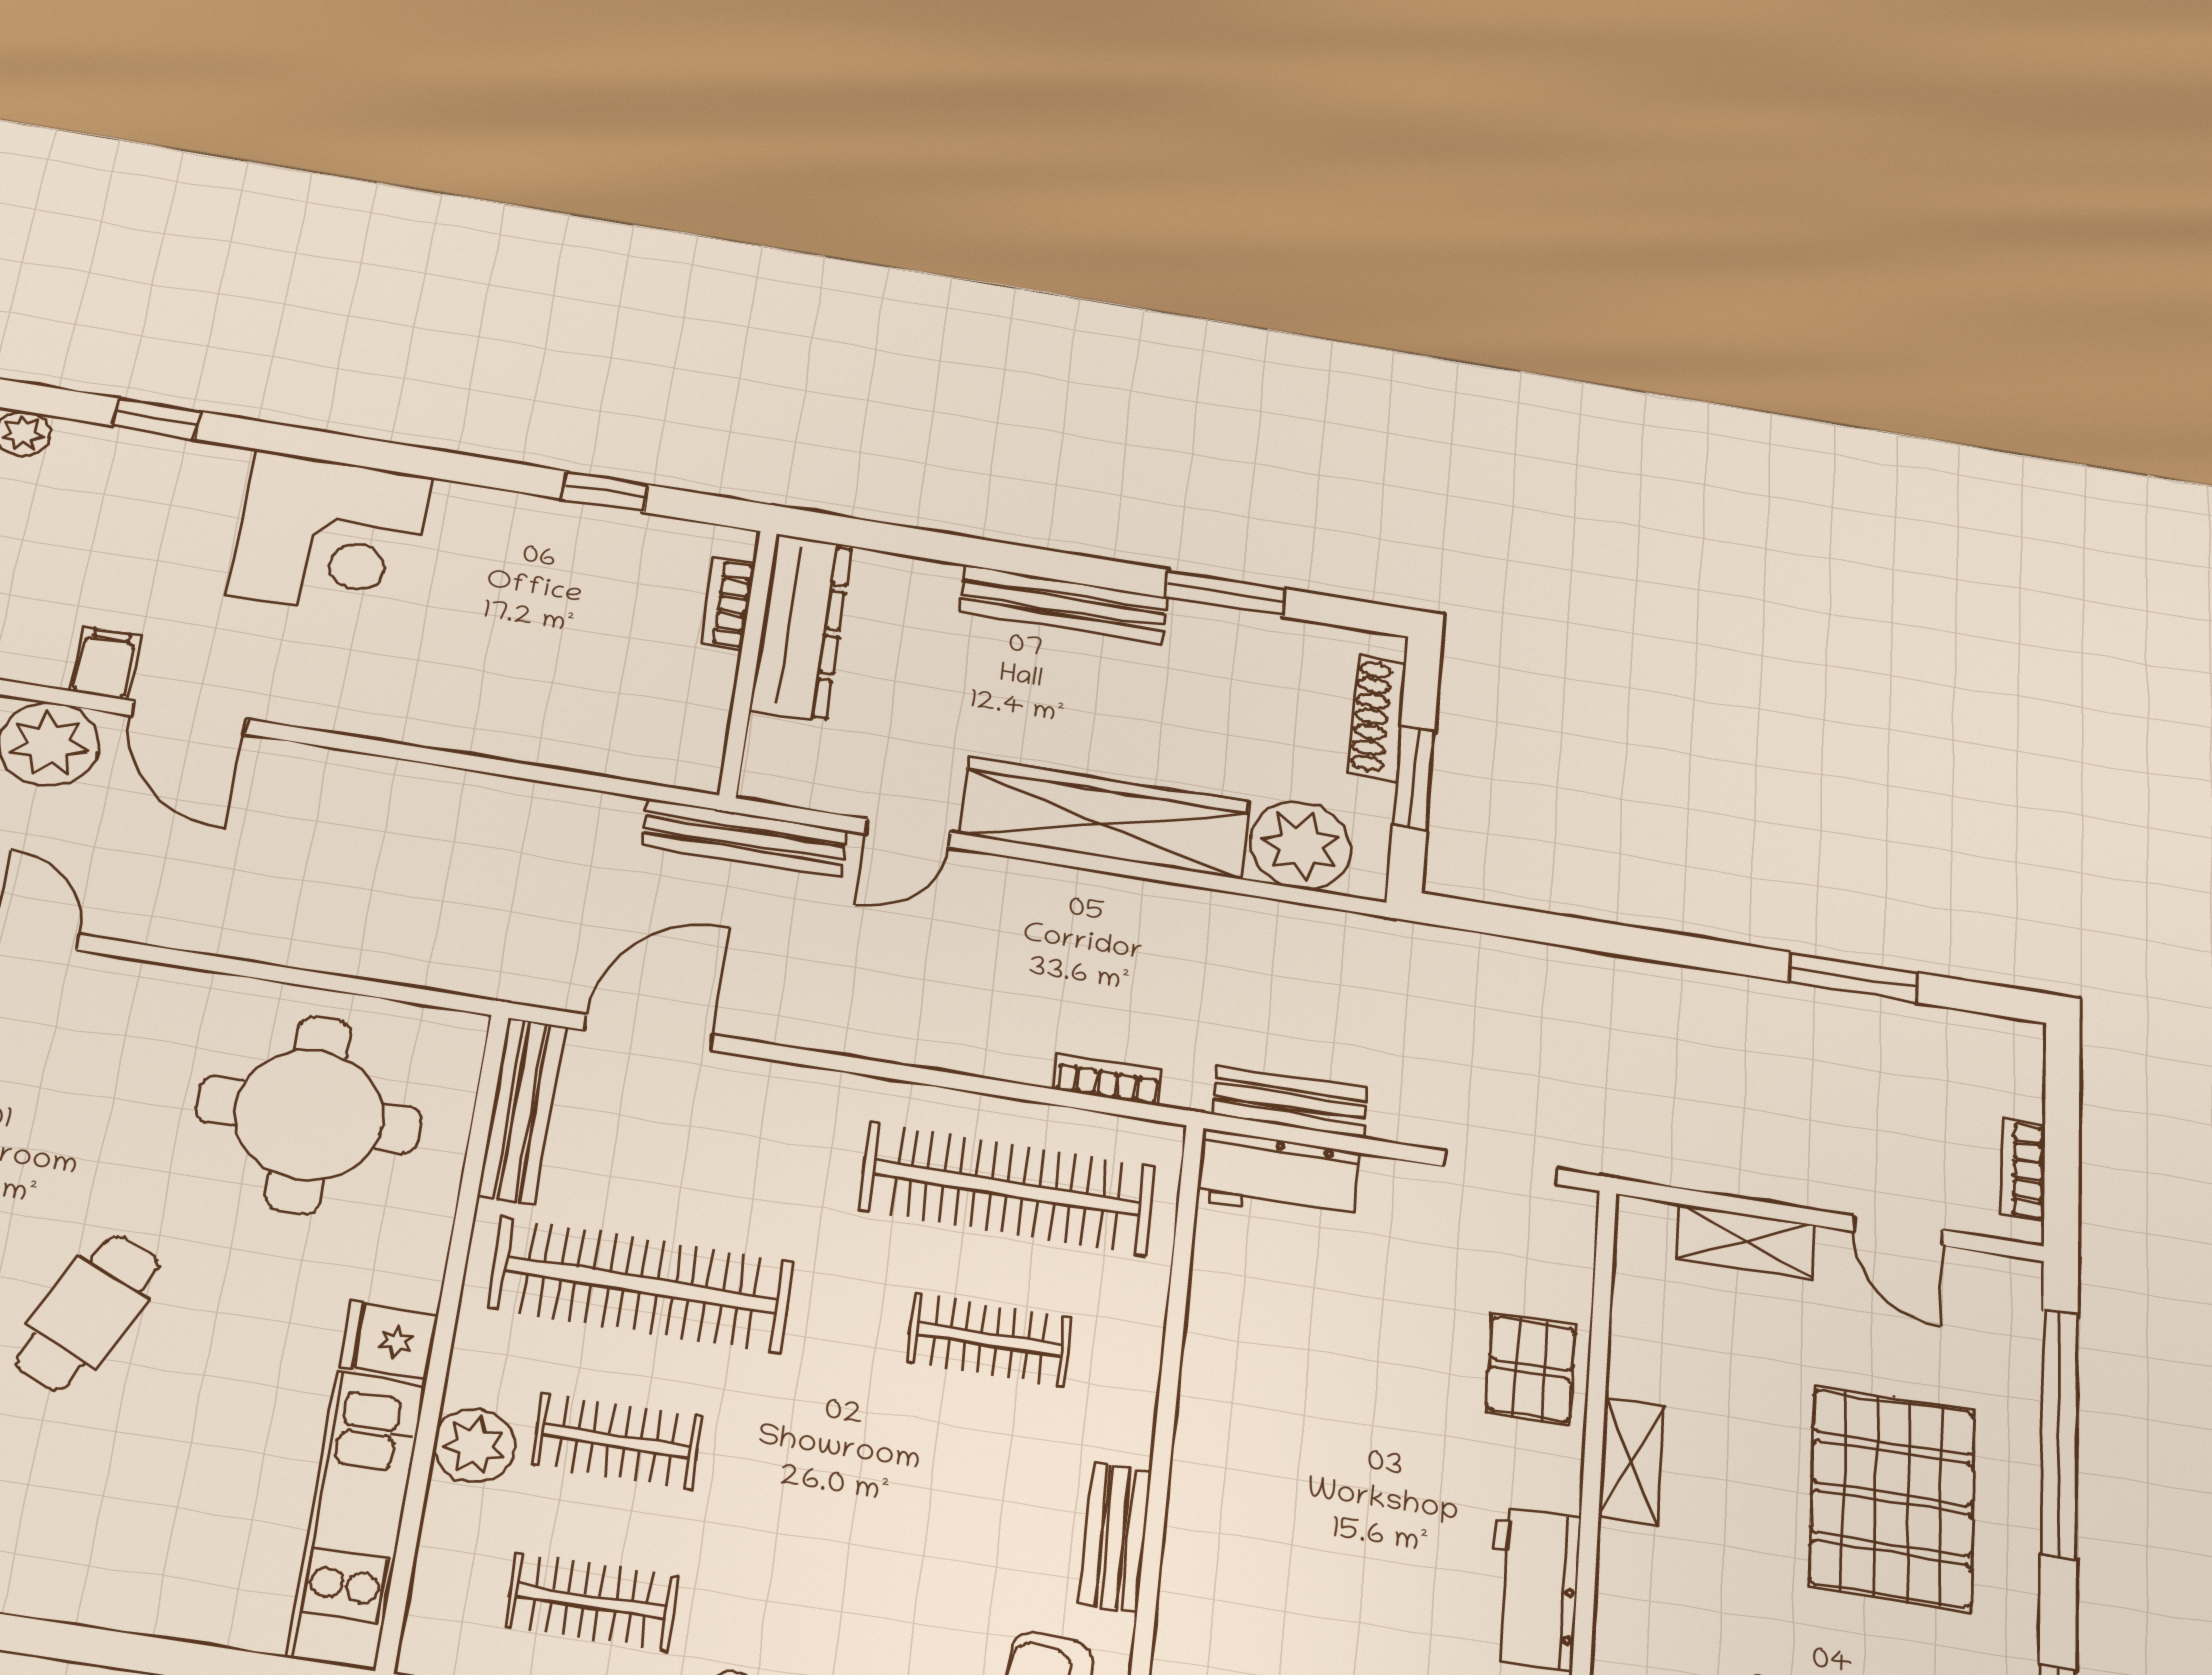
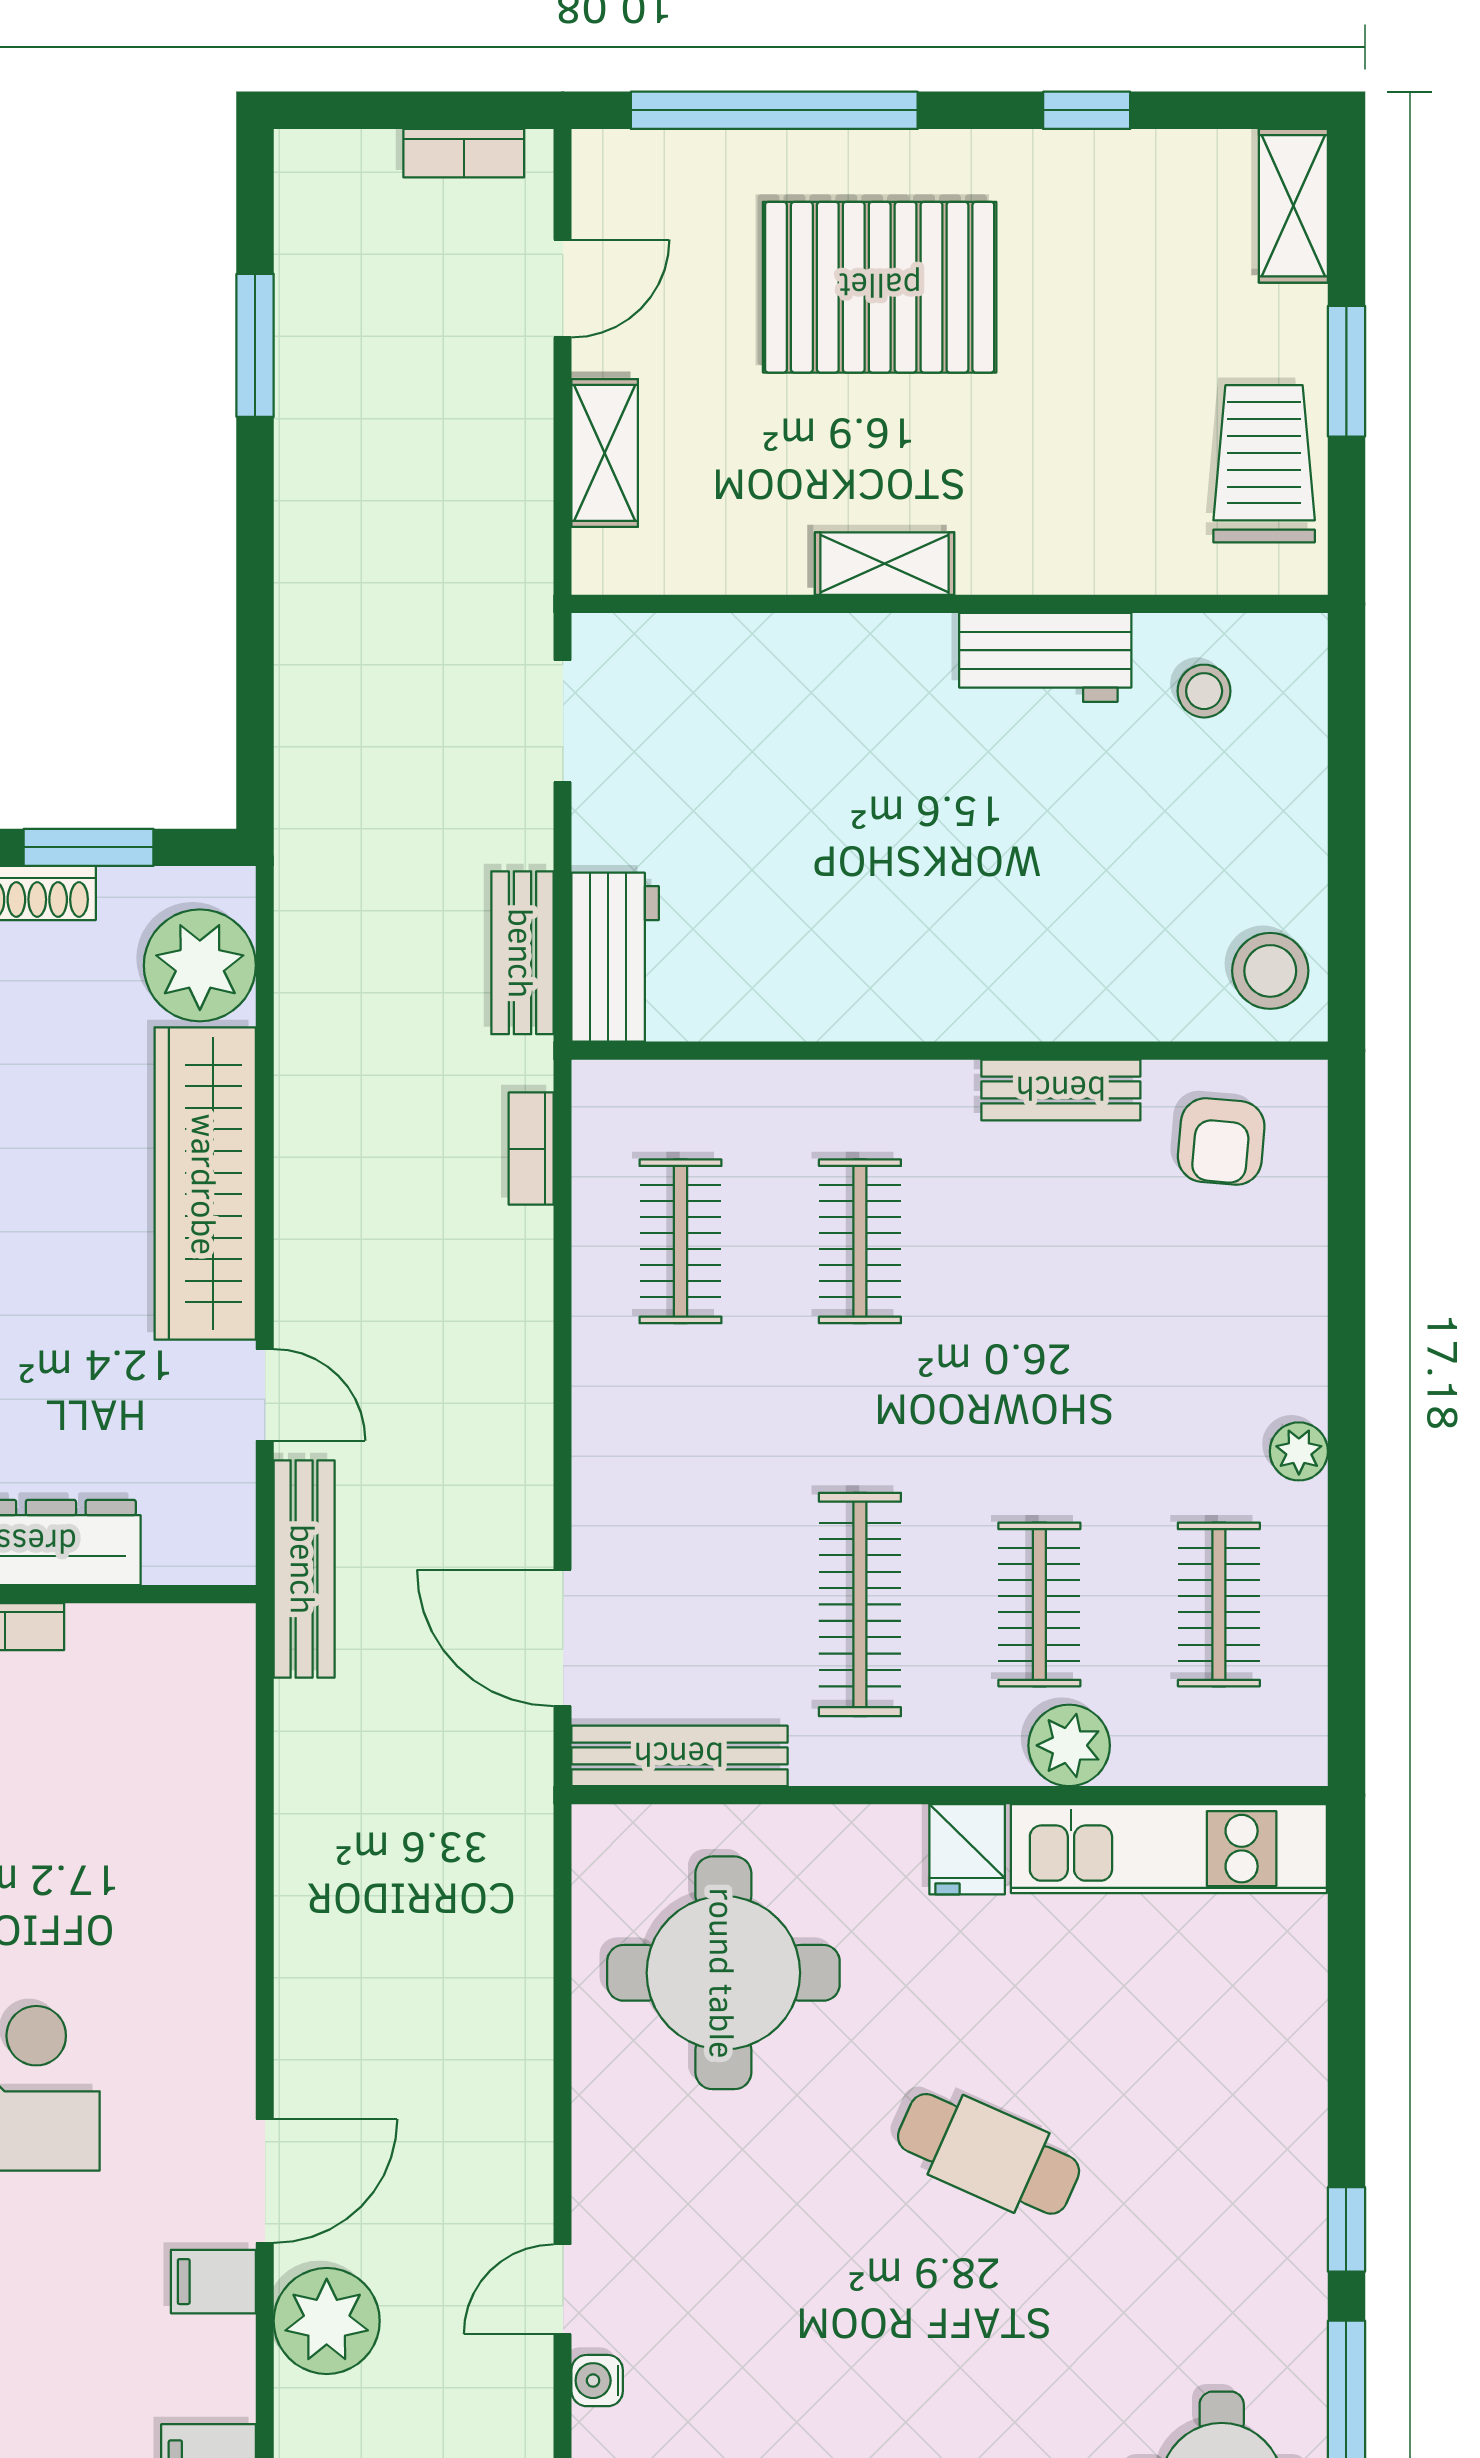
clothes rail: (1007, 1188) -> (680, 1241), width x0.54, depth x0.76
clothes rail: (641, 1285) -> (860, 1604), width x0.73, depth x0.76
pallet: (1531, 1369) -> (796, 675), removed

